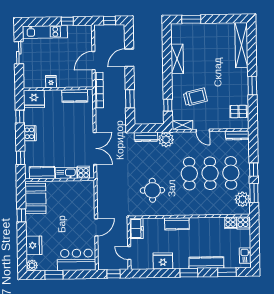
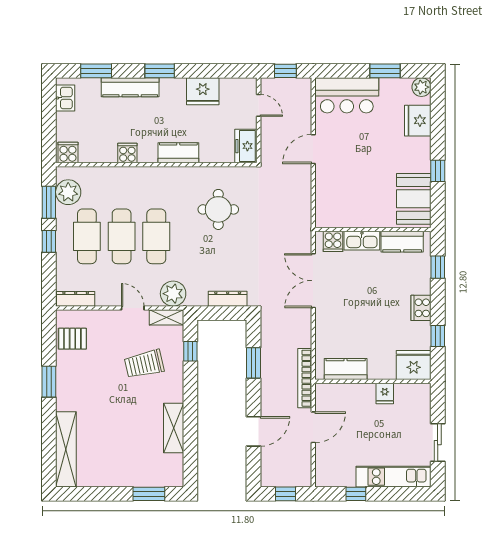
plant: (166, 140) -> (173, 294), moved
cooker: (231, 223) -> (127, 153), moved

